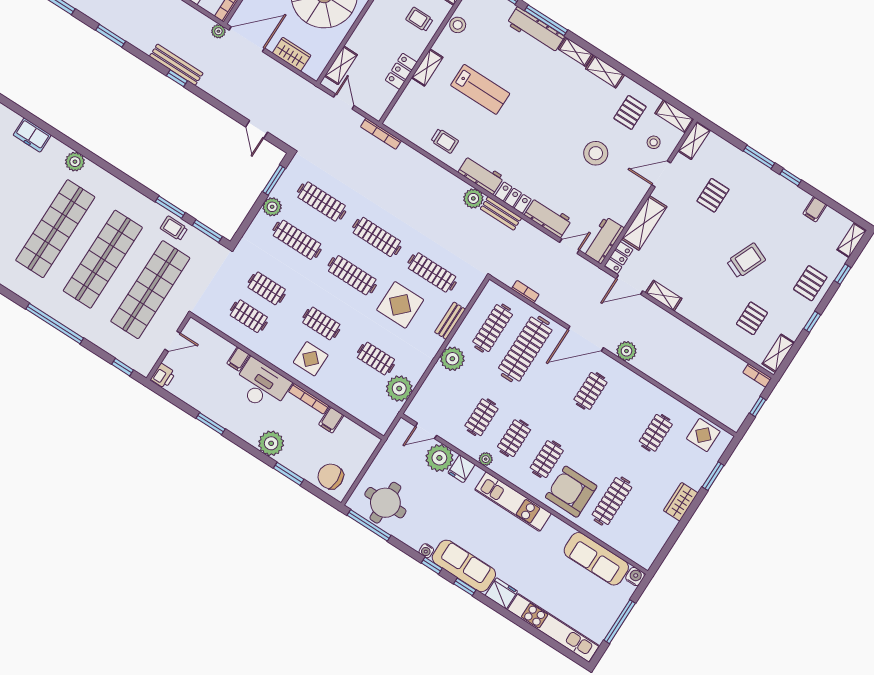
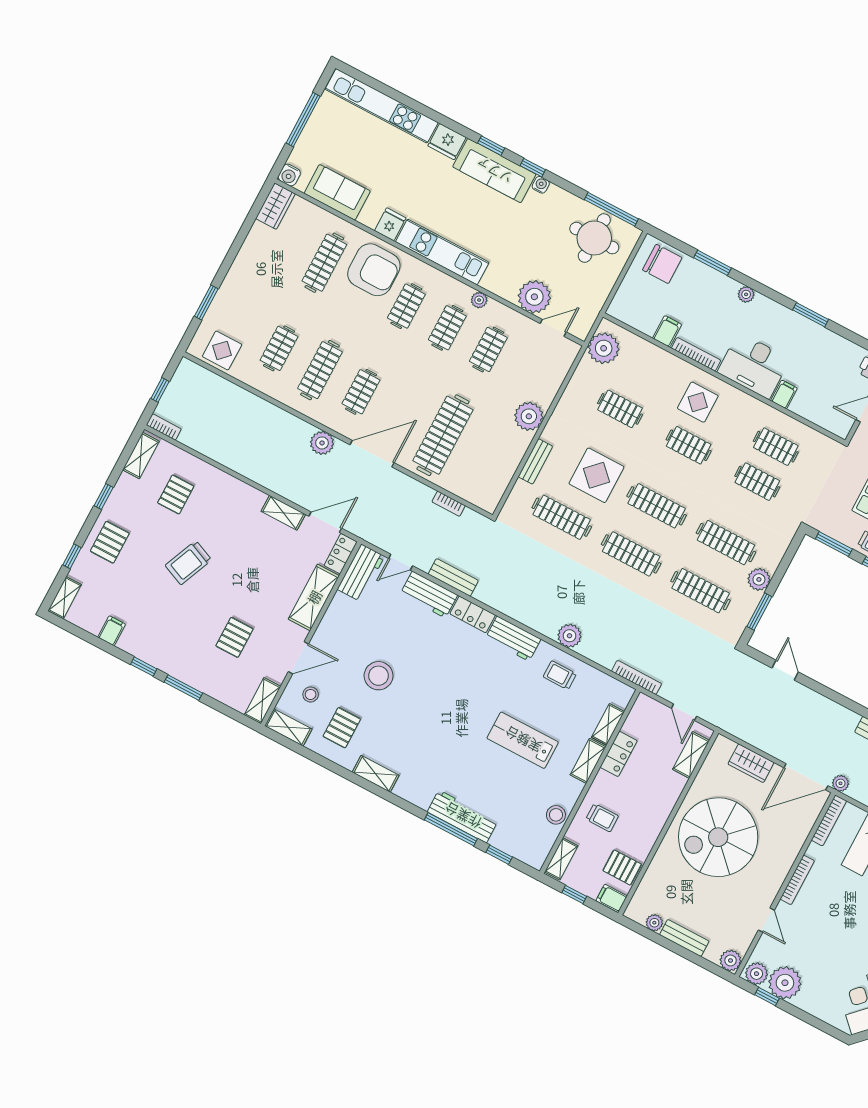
shelving: (576, 52) -> (608, 724), moved, turned 90
plant: (473, 198) -> (569, 636), moved
bench: (501, 213) -> (453, 577), moved
clothes rail: (493, 328) -> (320, 370), moved
plant: (399, 389) -> (604, 348), moved
plant: (271, 443) -> (746, 294), width x0.53, depth x0.53
fridge: (461, 469) -> (390, 224), moved
wardrobe: (681, 502) -> (275, 206), moved
sofa: (596, 559) -> (337, 192), width x0.73

